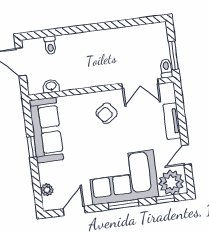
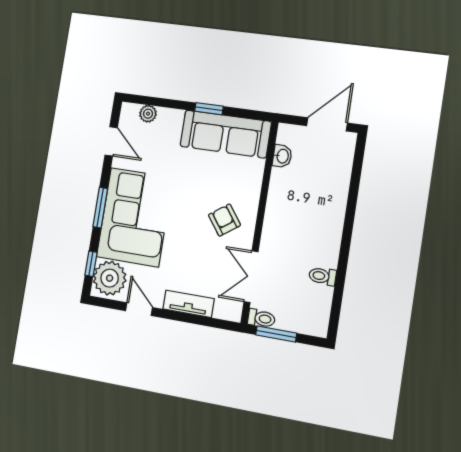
toilet: (50, 45) -> (323, 276), moved

